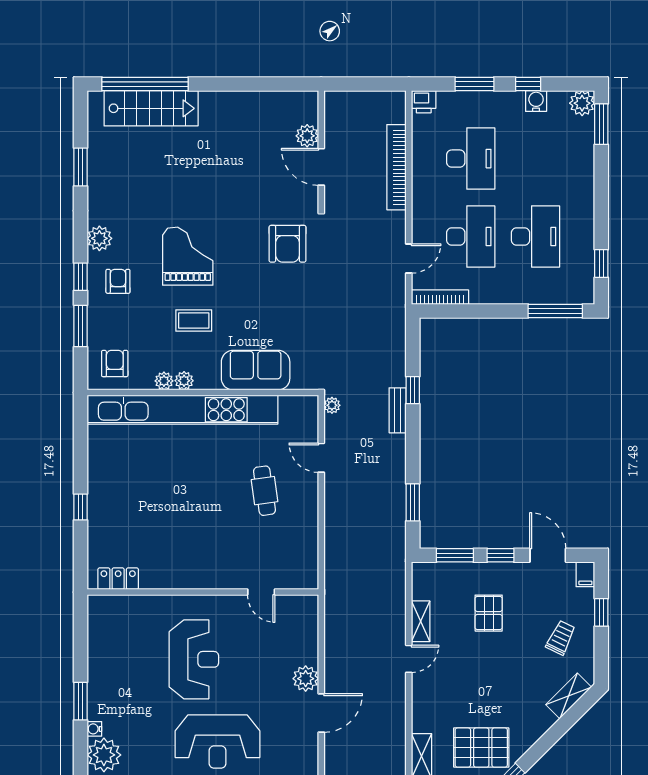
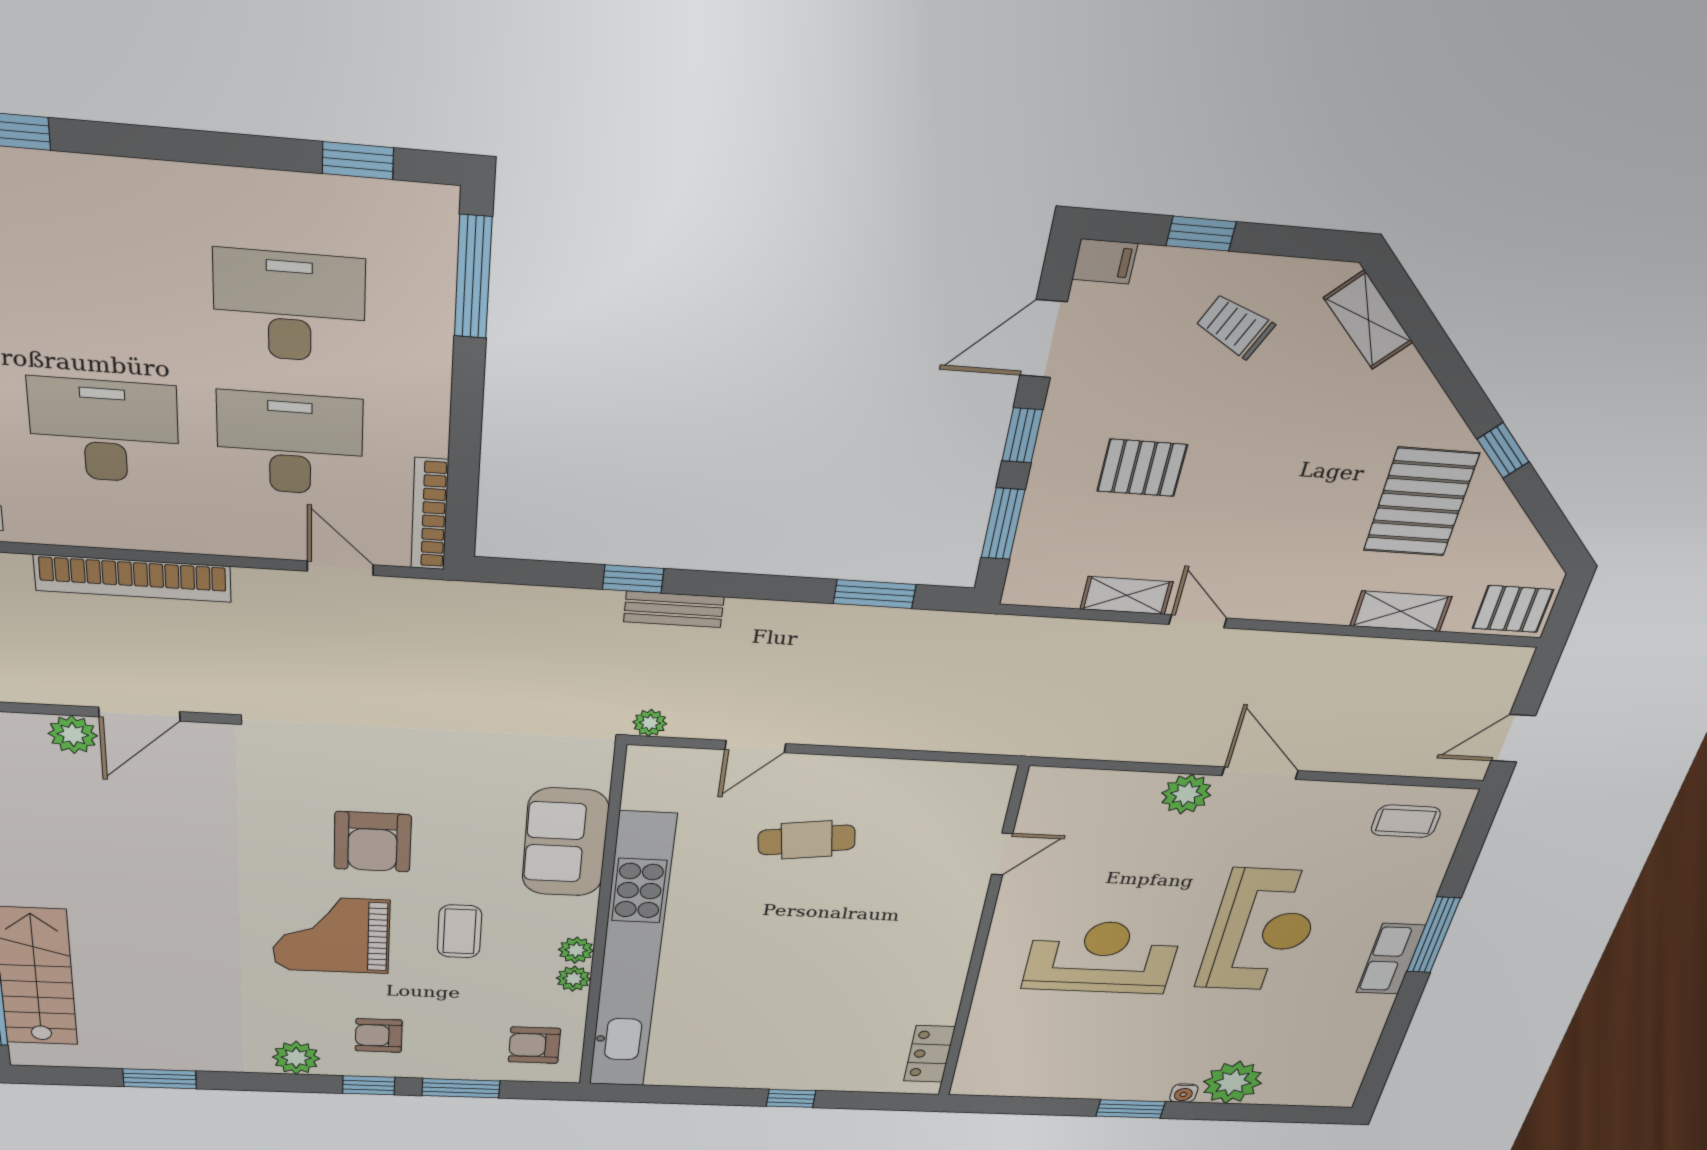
armchair: (288, 244) -> (373, 842), moved, turned 90

